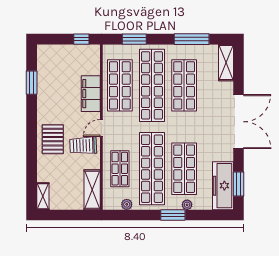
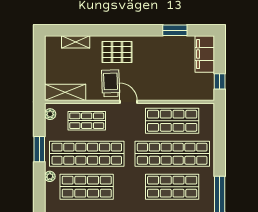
window: (134, 39) -> (220, 136), removed
filing cabinet: (91, 94) -> (205, 54), moved, turned -90
shelving: (43, 196) -> (76, 42), moved
plant: (127, 204) -> (50, 114), moved
plant: (187, 205) -> (50, 176), moved
window: (173, 215) -> (39, 149), moved

